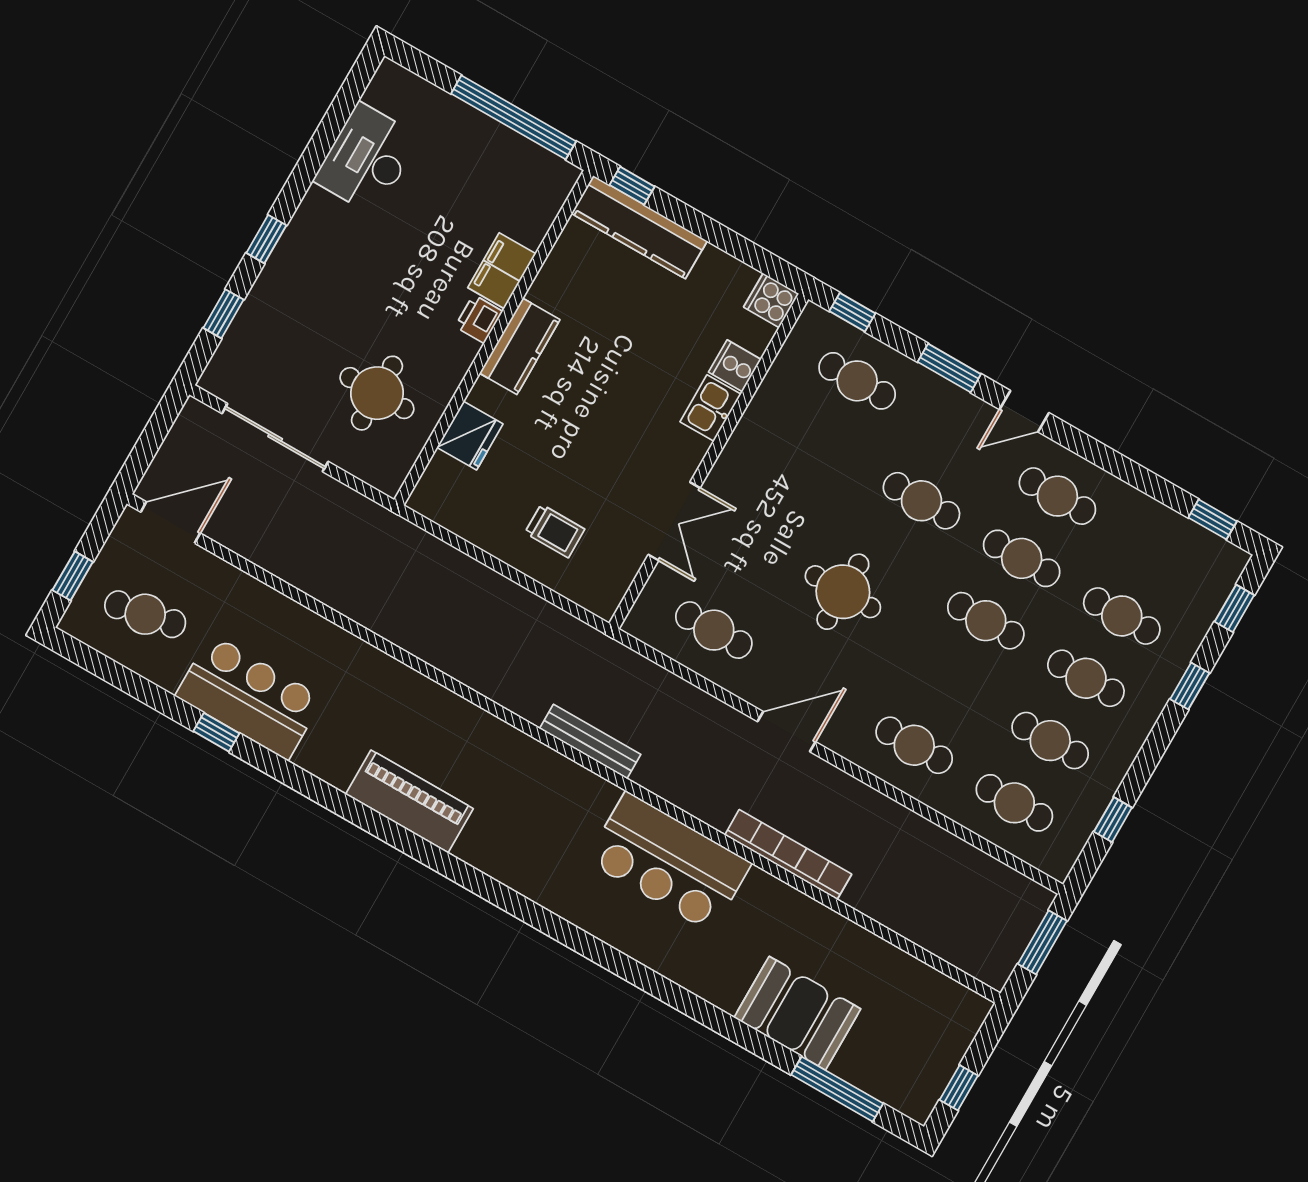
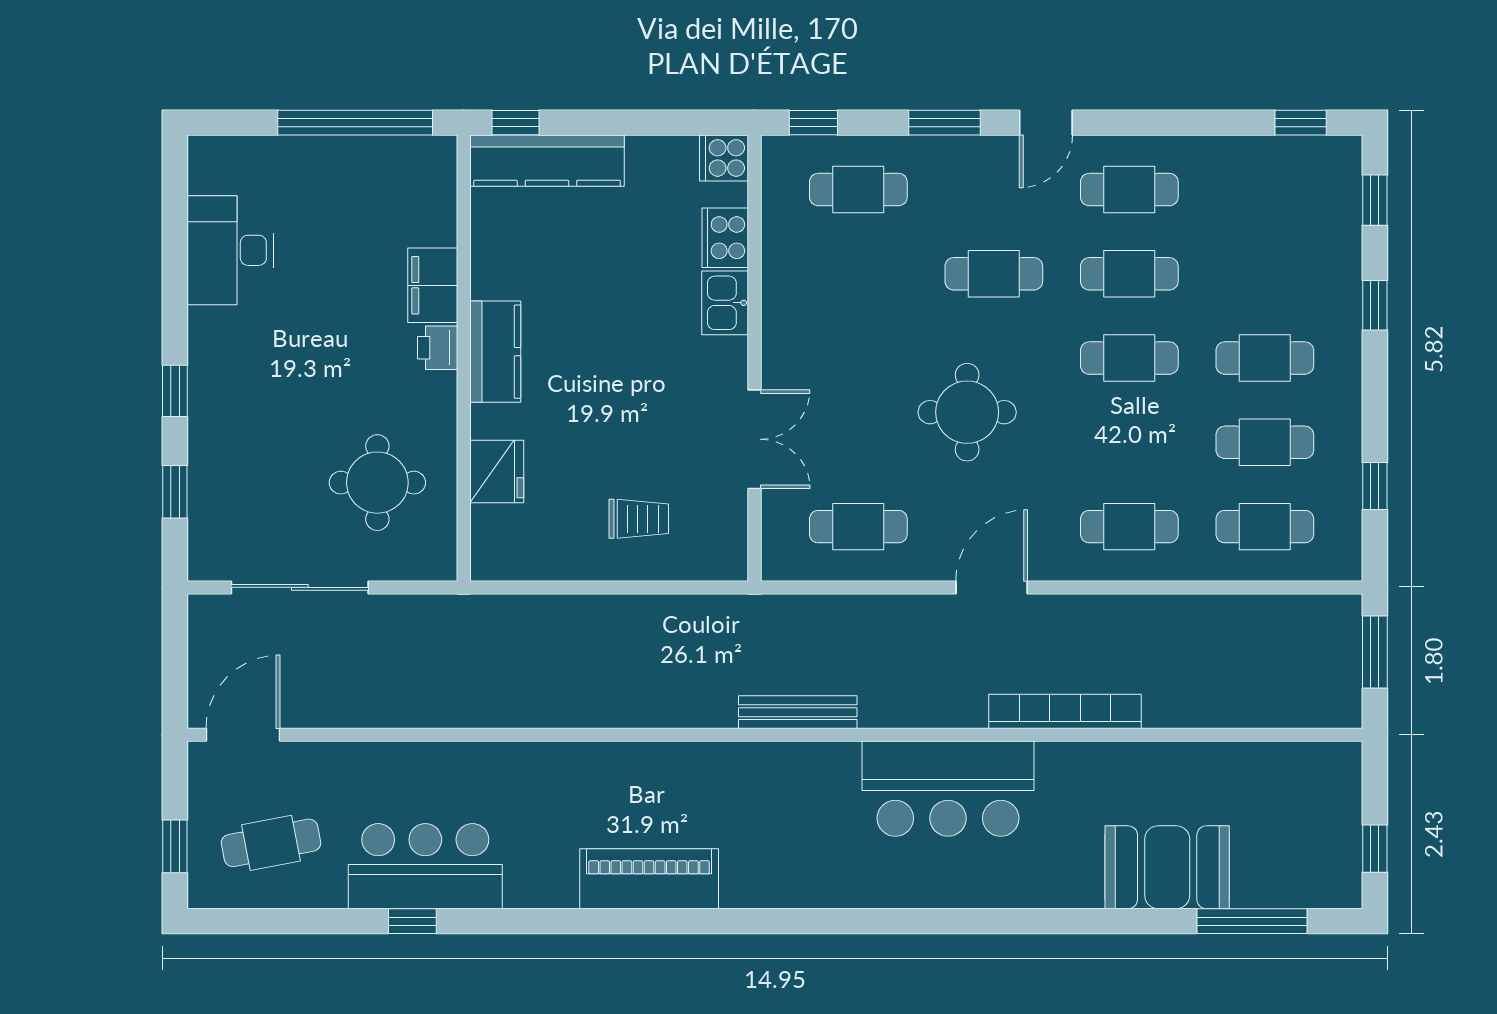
cooker: (735, 366) -> (725, 238), width x1.36
cafe table: (1122, 616) -> (1265, 274), removed

